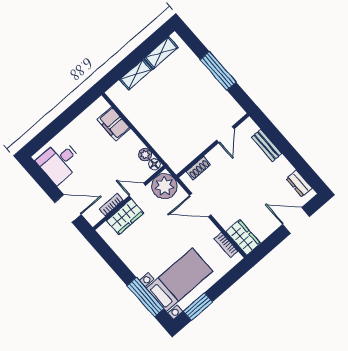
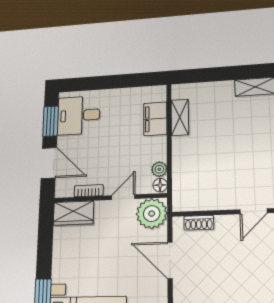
shelving: (136, 74) -> (180, 117), moved, turned 90
window: (43, 181) -> (51, 121), added
door: (137, 191) -> (123, 197), hinge flipped
wardrobe: (125, 217) -> (73, 213), moved

